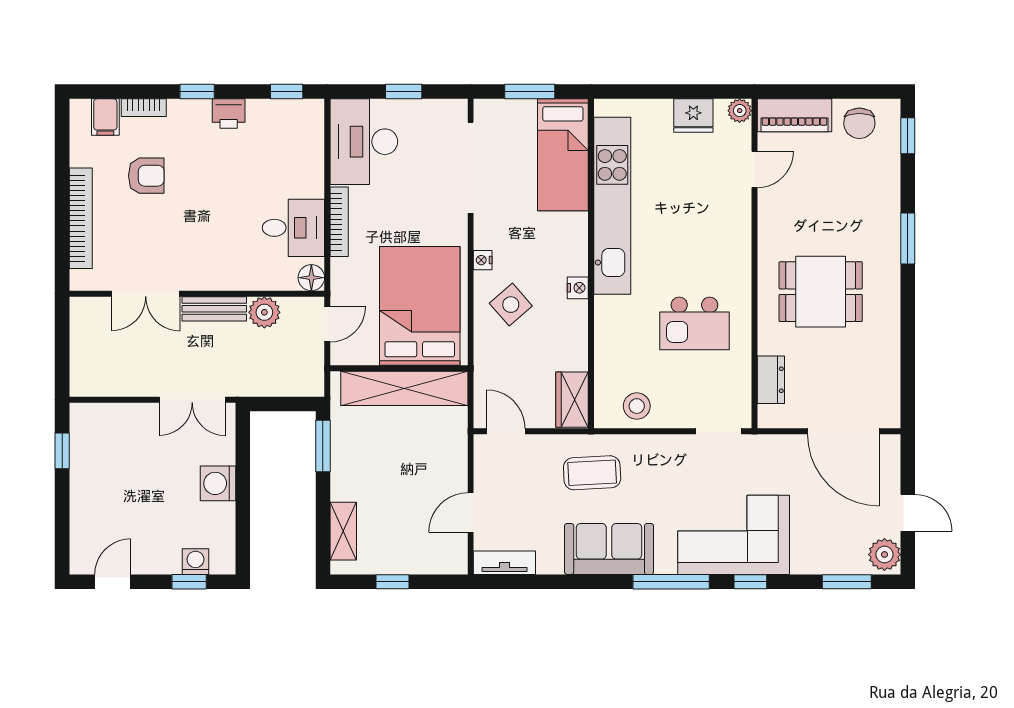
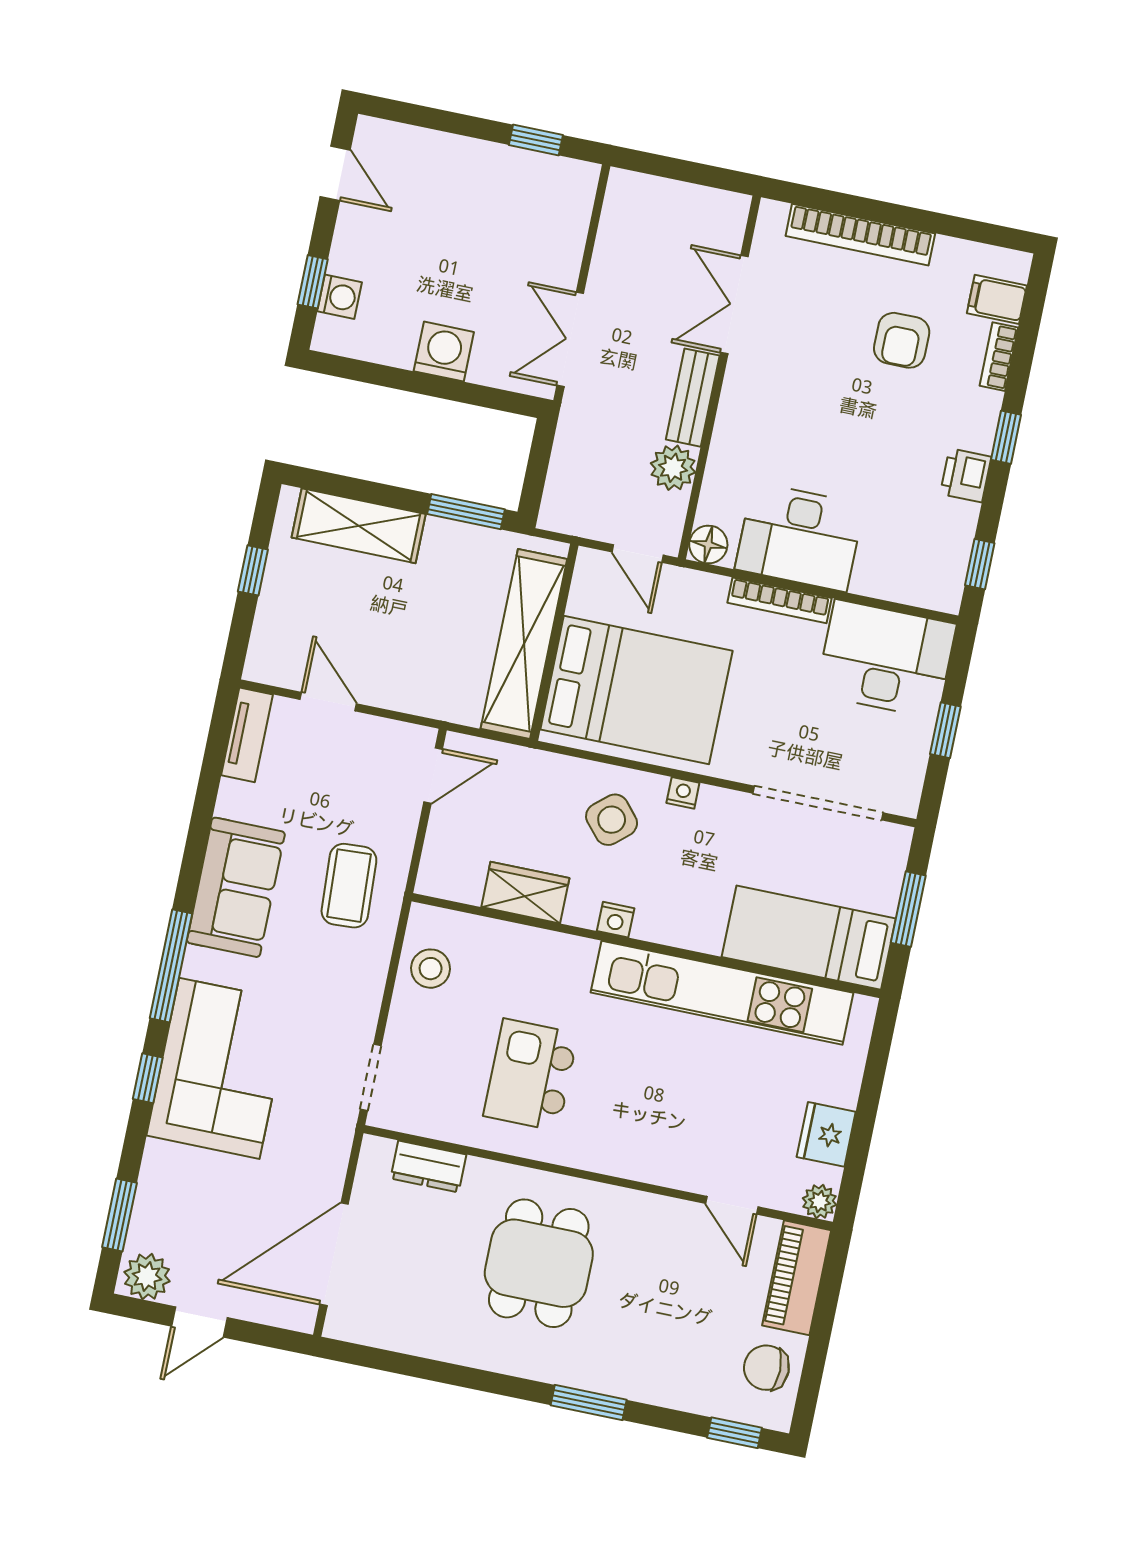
desk: (293, 228) -> (800, 537), width x1.37
wardrobe: (572, 400) -> (525, 893), moved
shelving: (343, 531) -> (359, 526), width x1.50, depth x1.33

